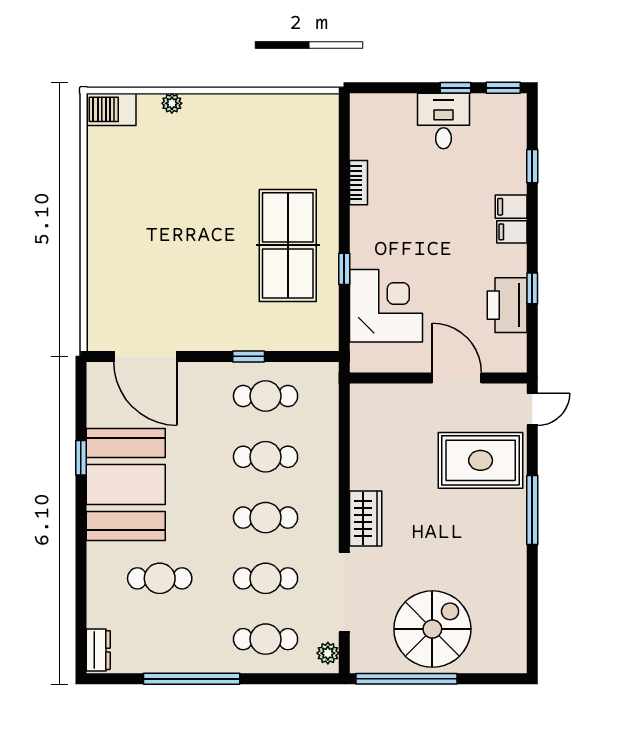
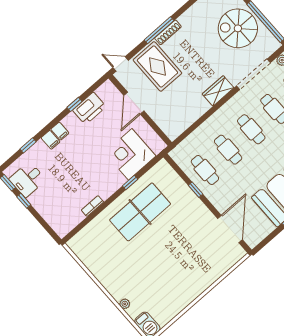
desk: (443, 121) -> (27, 179), moved
shoe rack: (517, 520) -> (168, 32), added

